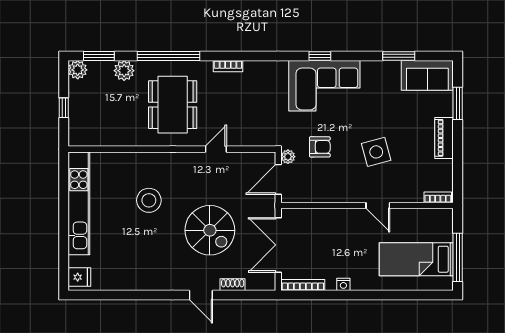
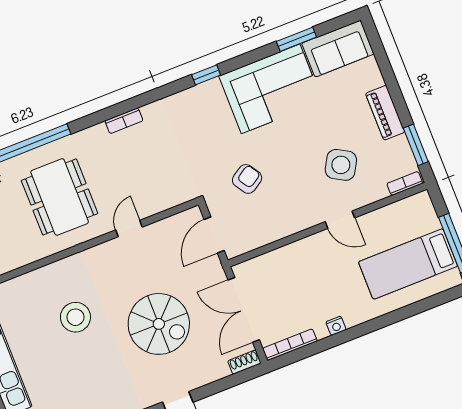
bookcase: (228, 66) -> (124, 121), moved
corner sofa: (324, 86) -> (271, 89), moved
window: (458, 103) -> (416, 145), moved
armchair: (320, 147) -> (247, 179), turned -33
side table: (376, 152) -> (341, 165), moved, turned 45
plant: (288, 157) -> (215, 204), removed
shoe rack: (233, 285) -> (244, 362), moved

